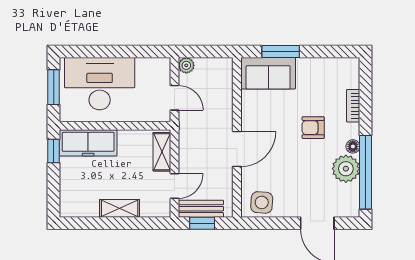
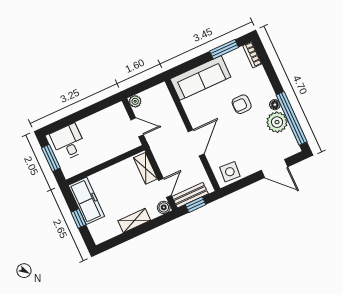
window: (281, 52) -> (224, 49), moved
sofa: (268, 73) -> (200, 78), width x1.36
desk: (100, 84) -> (68, 142), width x0.53, depth x0.77
bookcase: (353, 106) -> (252, 55), moved
freezer: (88, 143) -> (86, 201), moved, turned -90
window: (54, 151) -> (79, 218), moved
boiler: (162, 209) -> (164, 207), added

